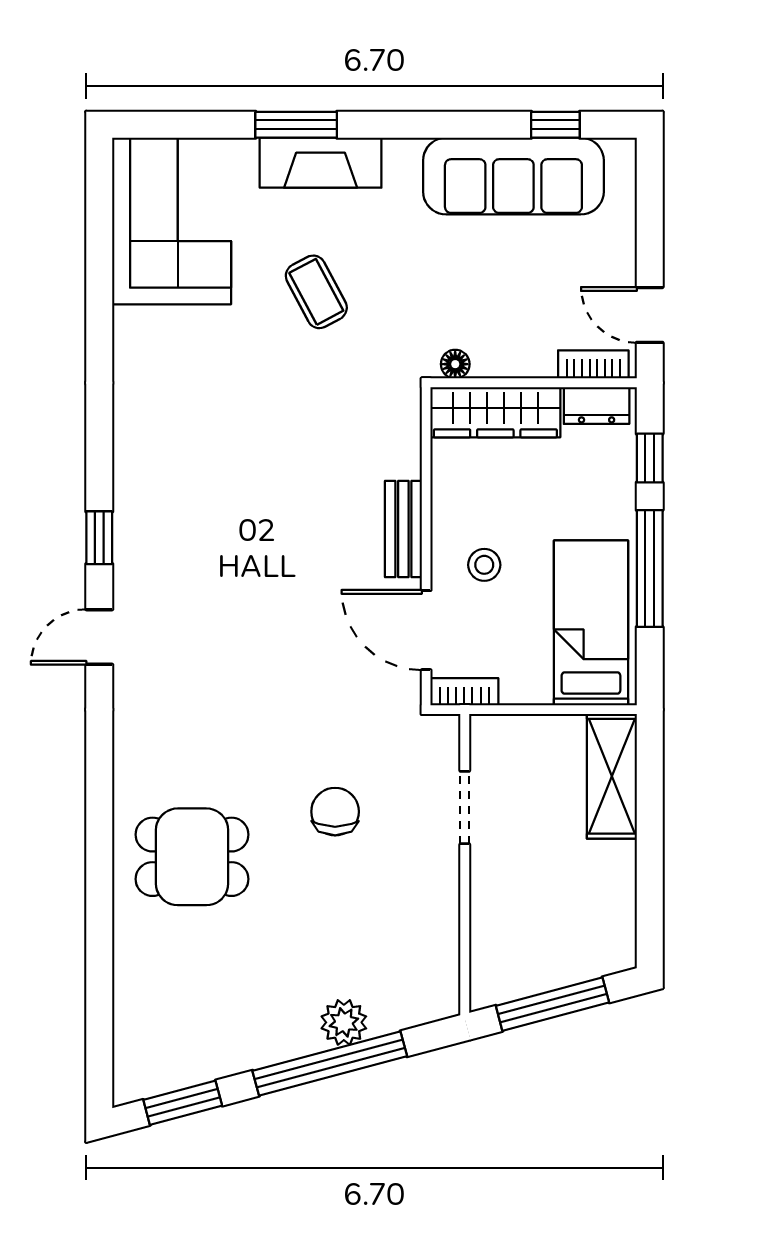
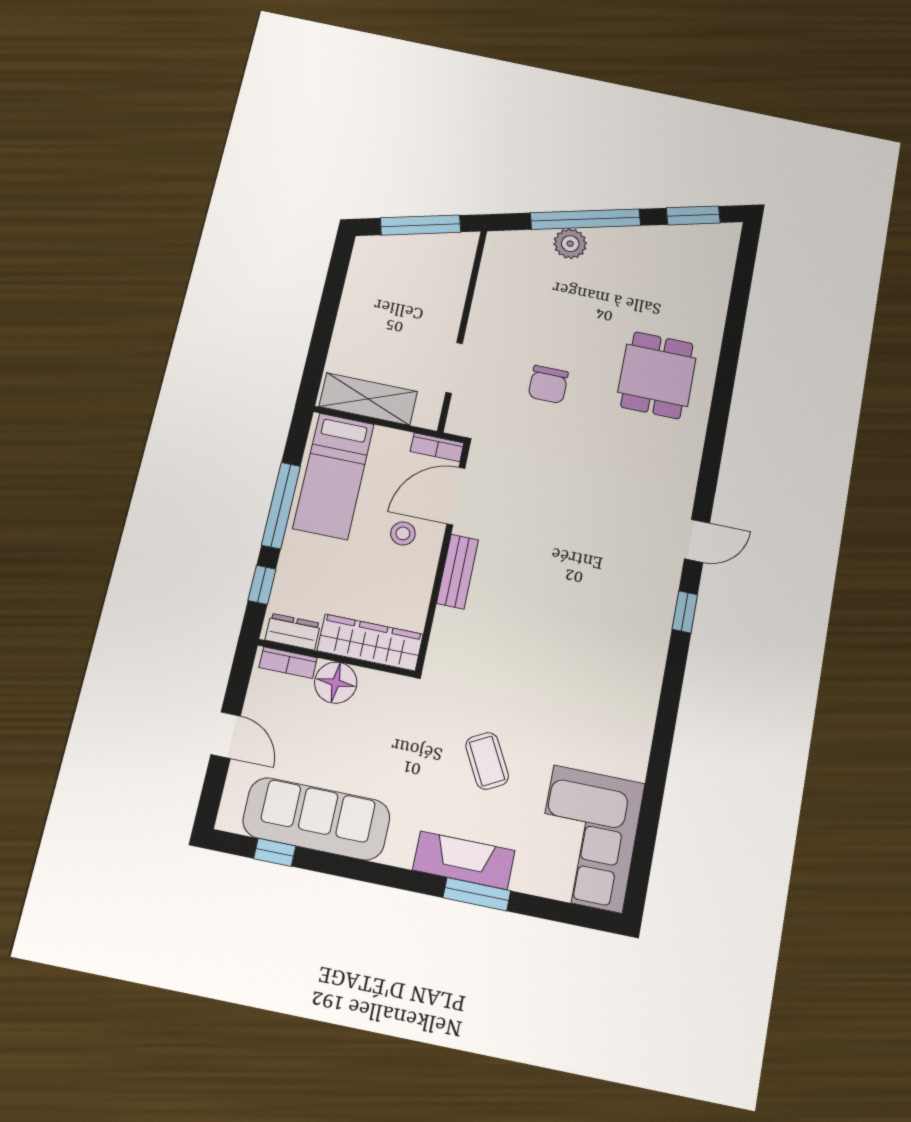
door: (650, 315) -> (226, 735), moved
floor lamp: (455, 364) -> (336, 683), moved, width x1.89, depth x1.89
door: (426, 630) -> (456, 496), swing flipped
shelving: (612, 776) -> (368, 399), moved, turned 90
dining table: (192, 857) -> (657, 375), turned 90

